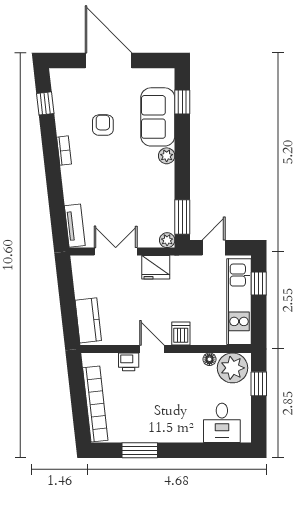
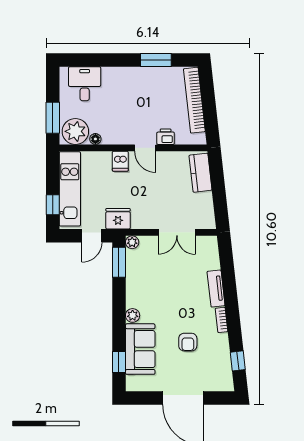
tv unit: (75, 226) -> (216, 288), moved
fridge: (156, 267) -> (118, 219), moved
window: (259, 384) -> (53, 118), width x1.50

